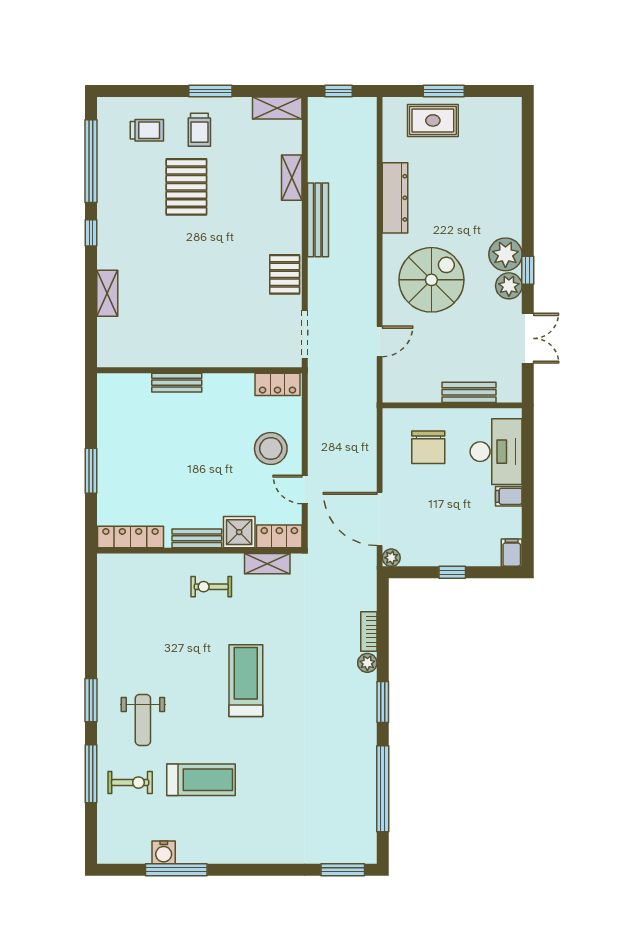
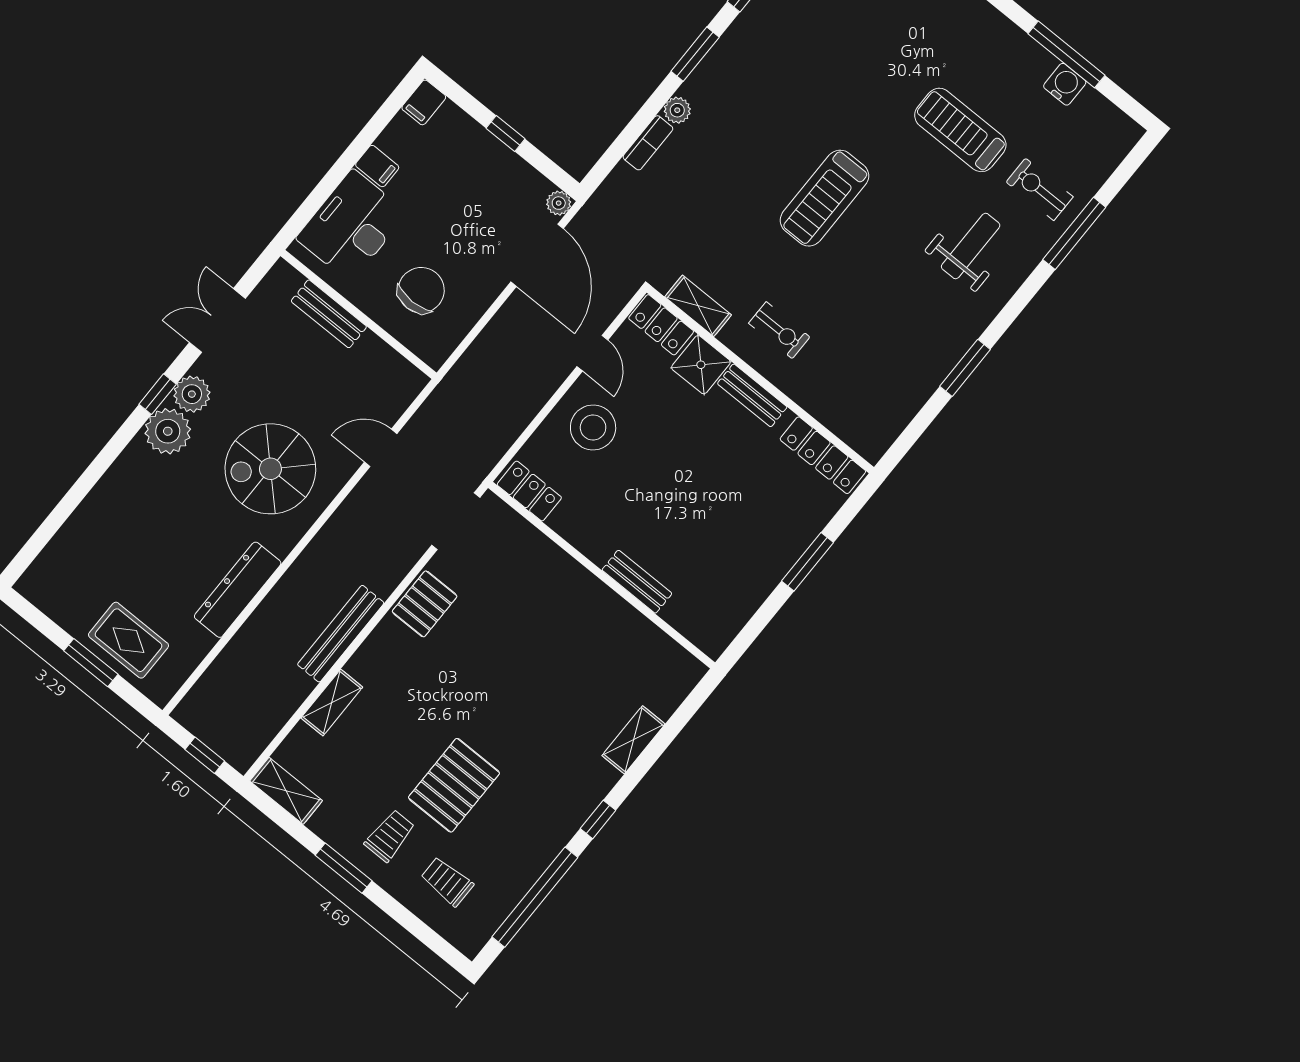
window: (91, 700) -> (965, 368), moved

